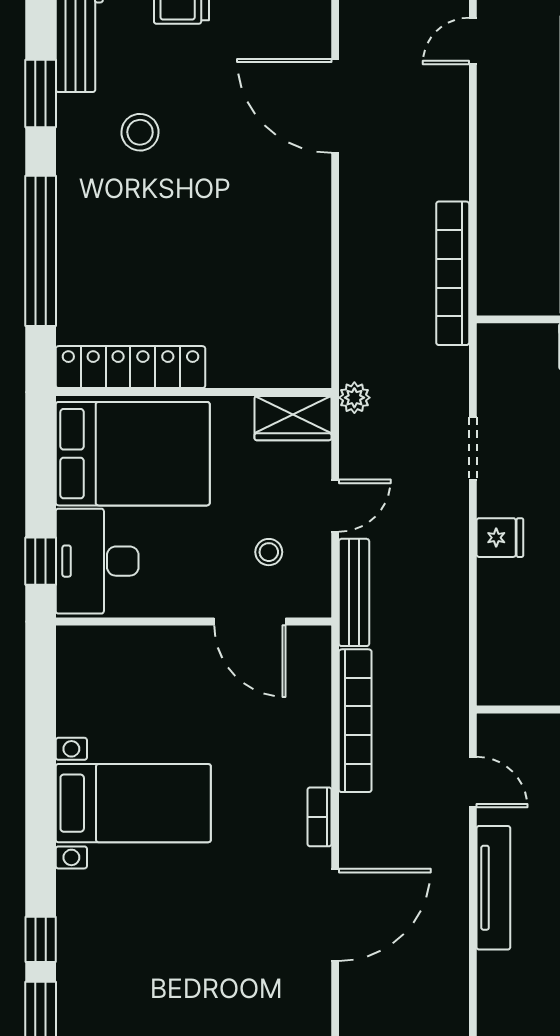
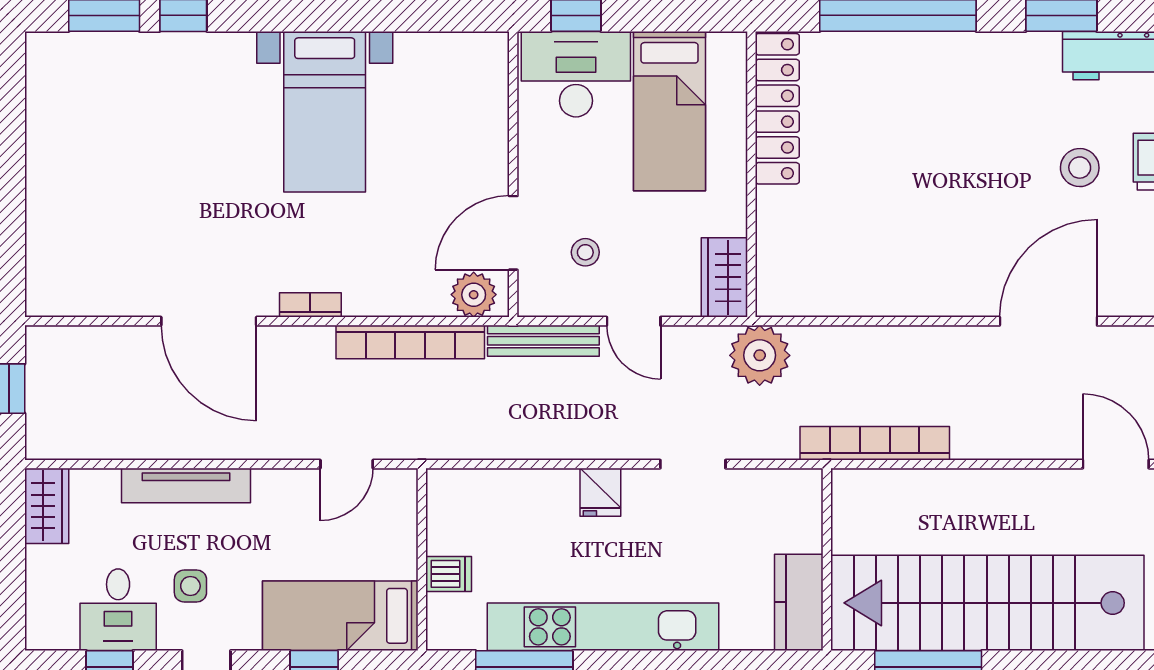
door: (473, 41) -> (1116, 464), width x1.38
stool: (140, 132) -> (1080, 168), moved
plant: (354, 398) -> (760, 355), width x1.88, depth x1.88
bed: (133, 454) -> (670, 111), width x0.67
plant: (310, 660) -> (474, 295), added
tv unit: (493, 888) -> (186, 486), moved

